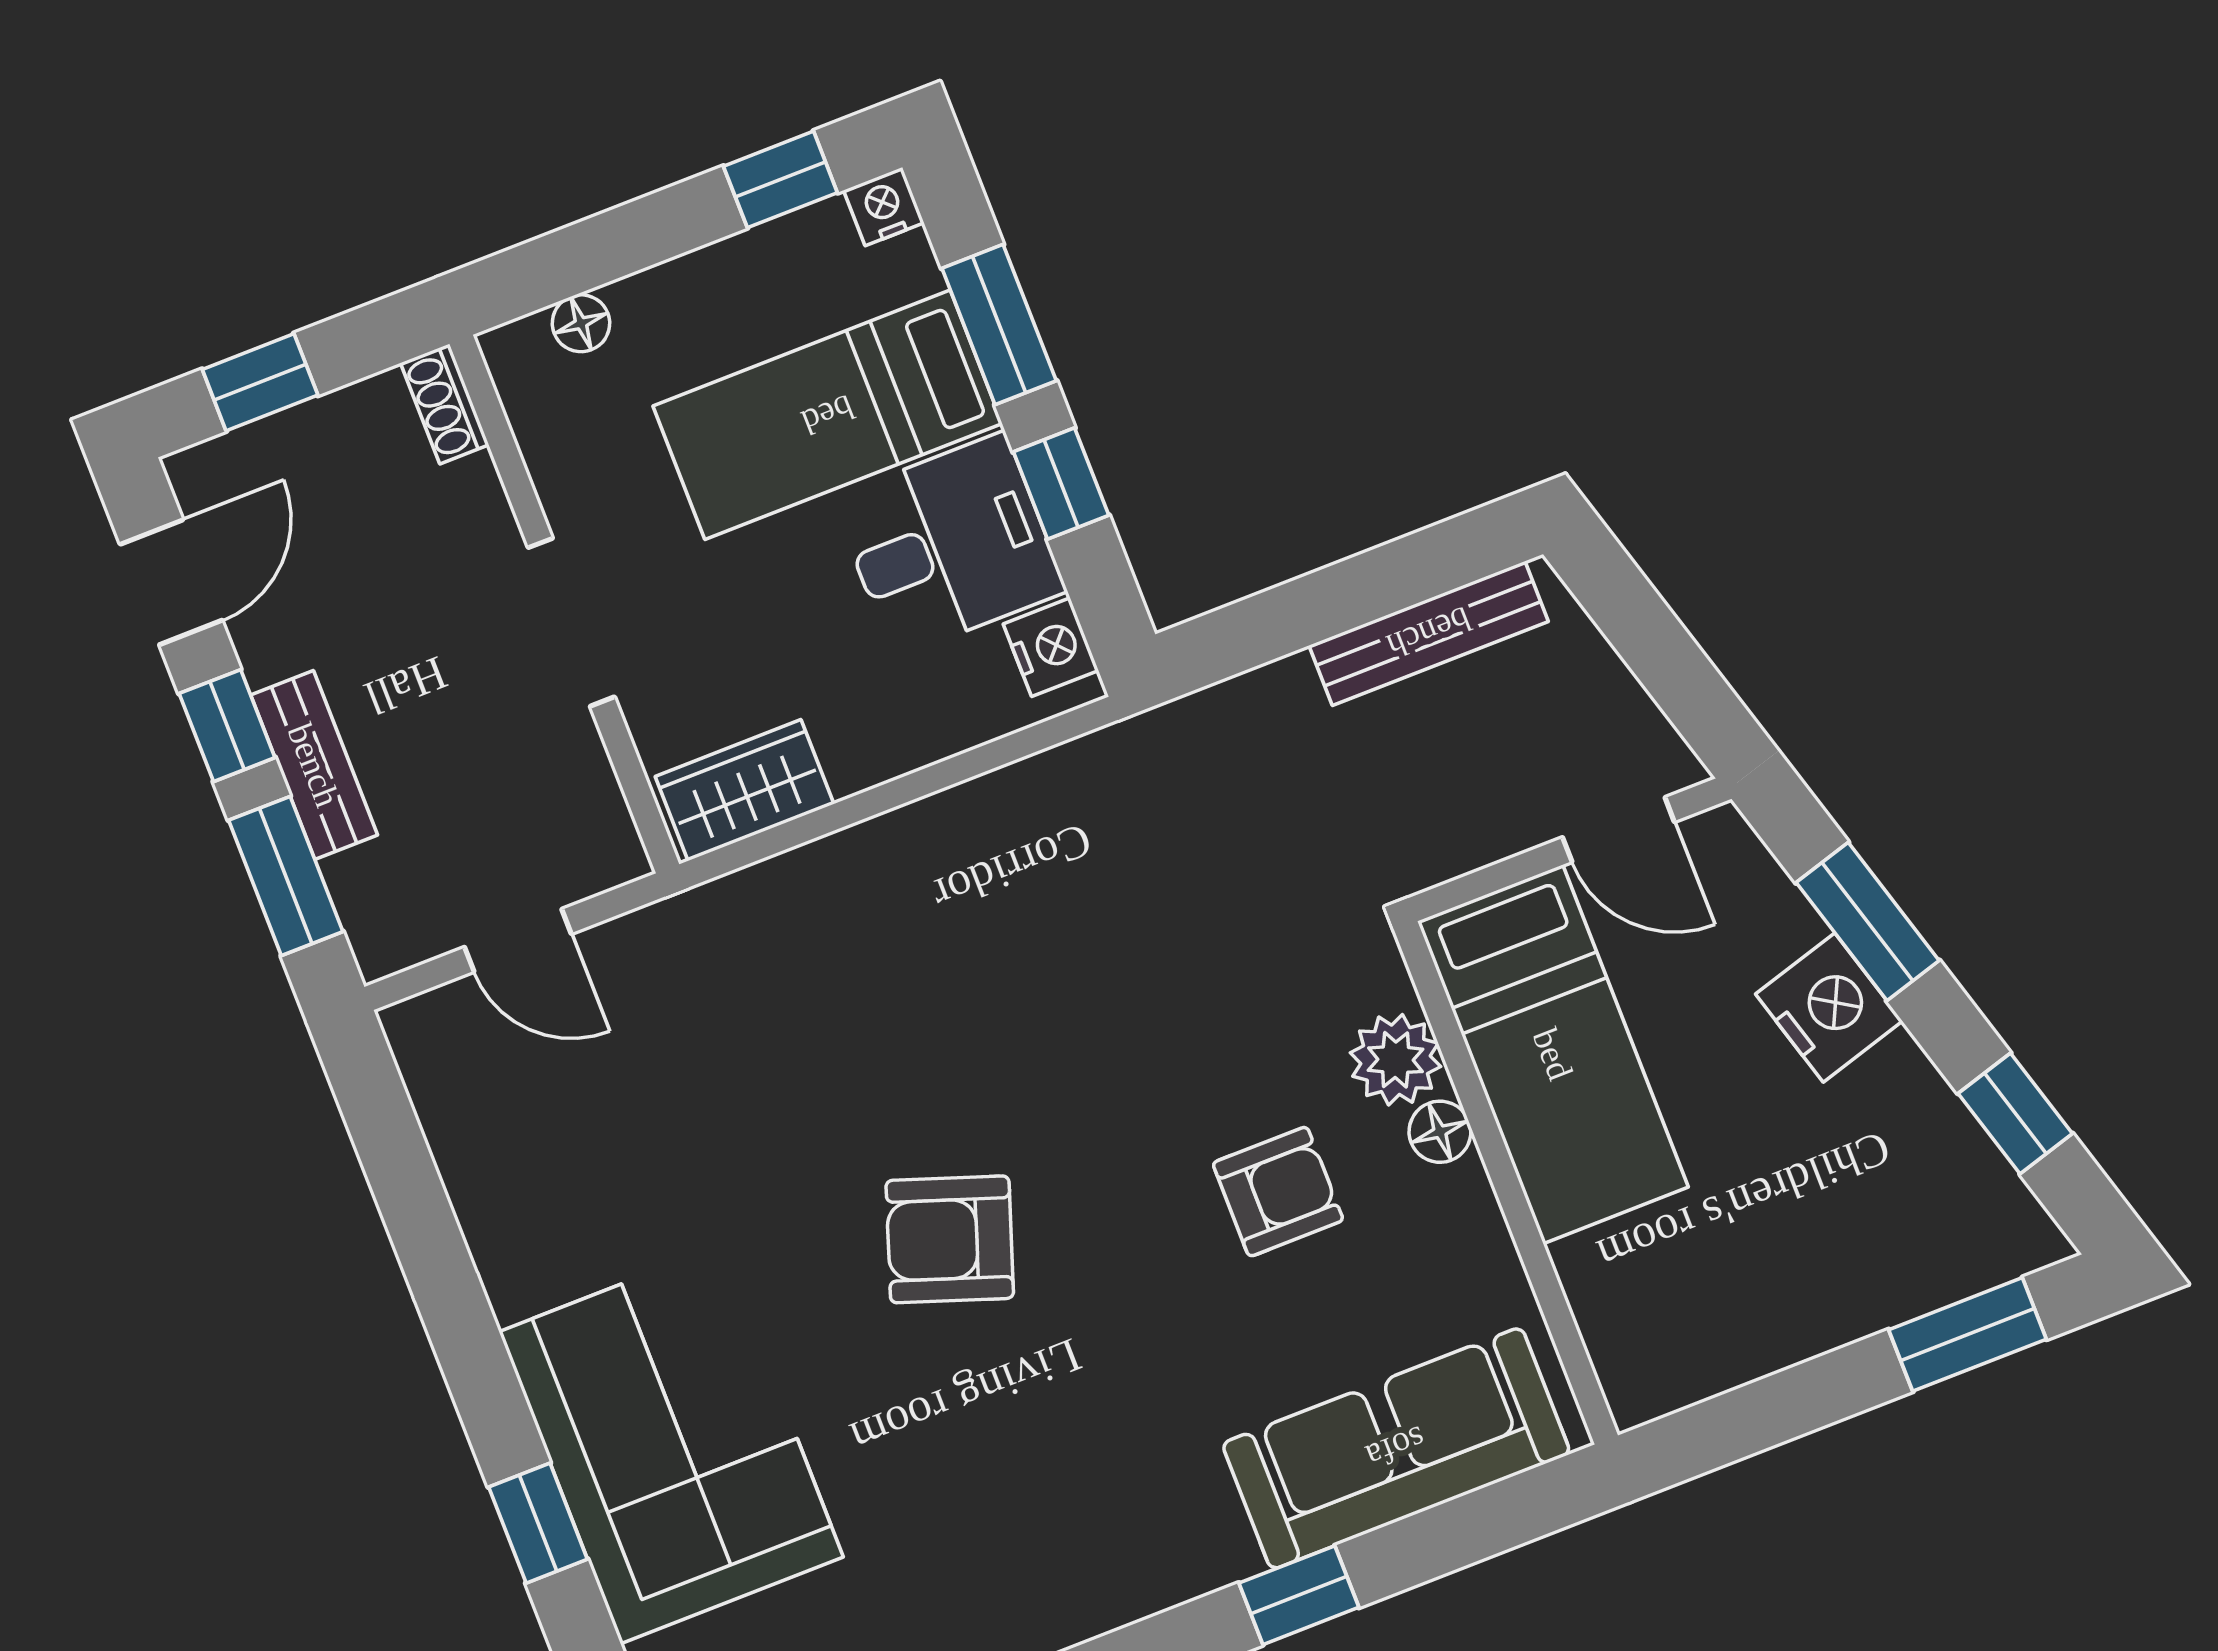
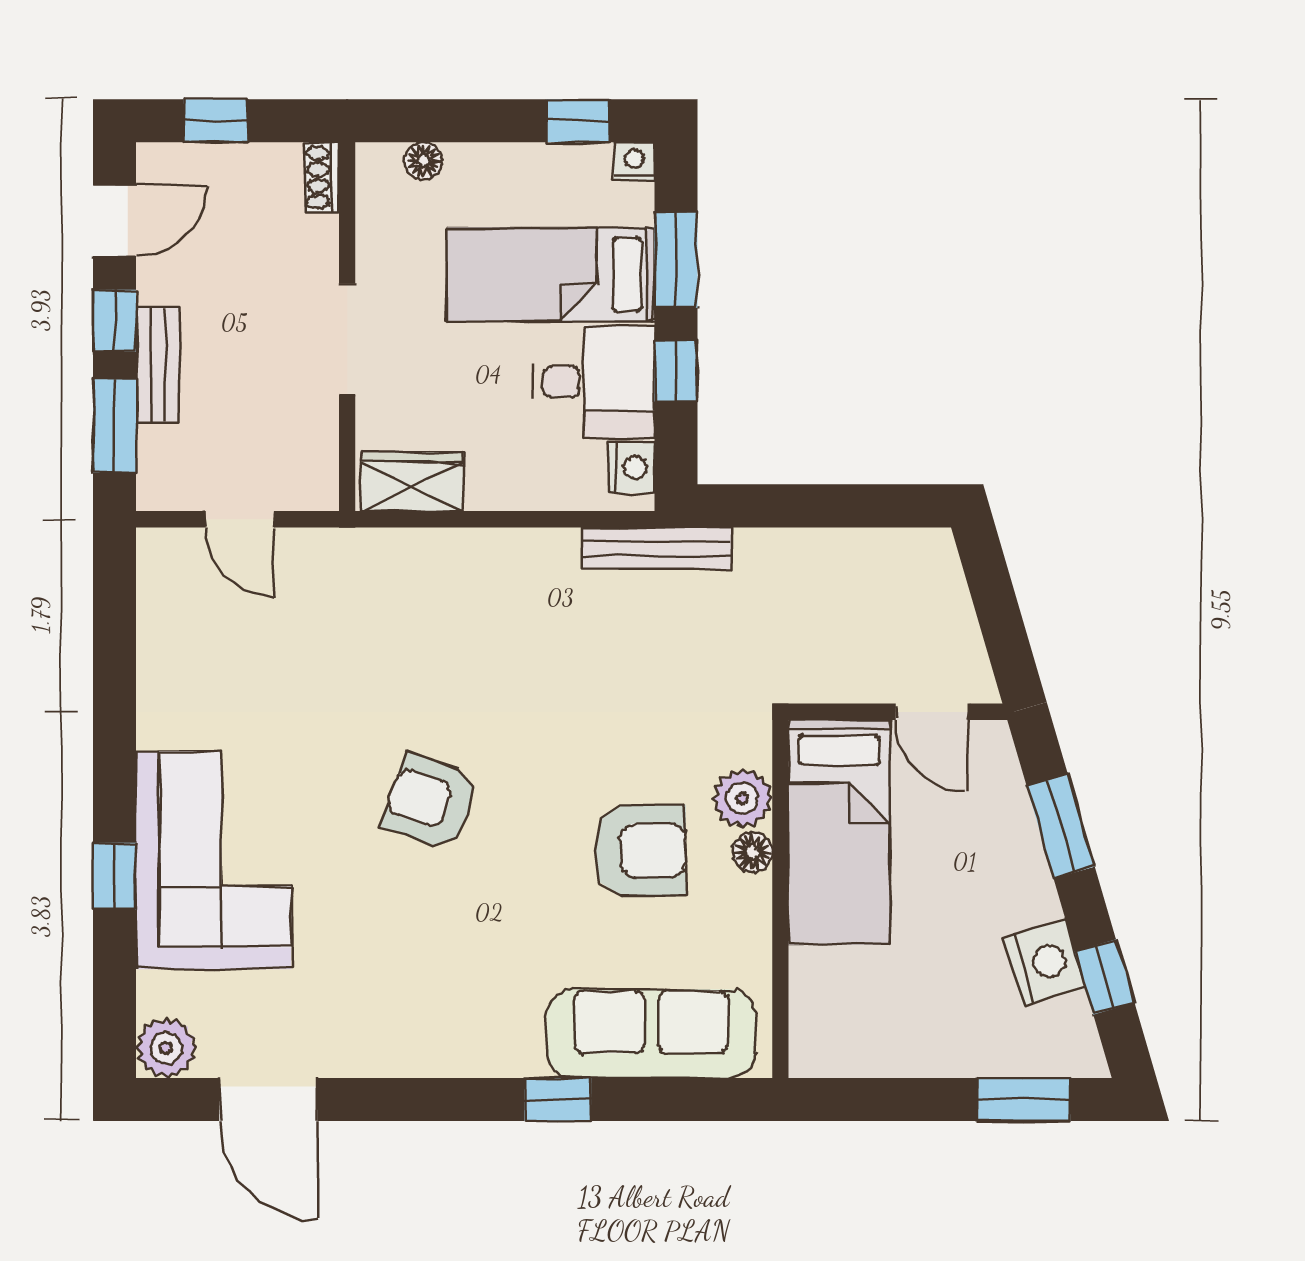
bench: (1429, 633) -> (656, 548), moved
nightstand: (1829, 1008) -> (1044, 963), moved
armchair: (1278, 1192) -> (640, 850), width x1.38, depth x1.38

